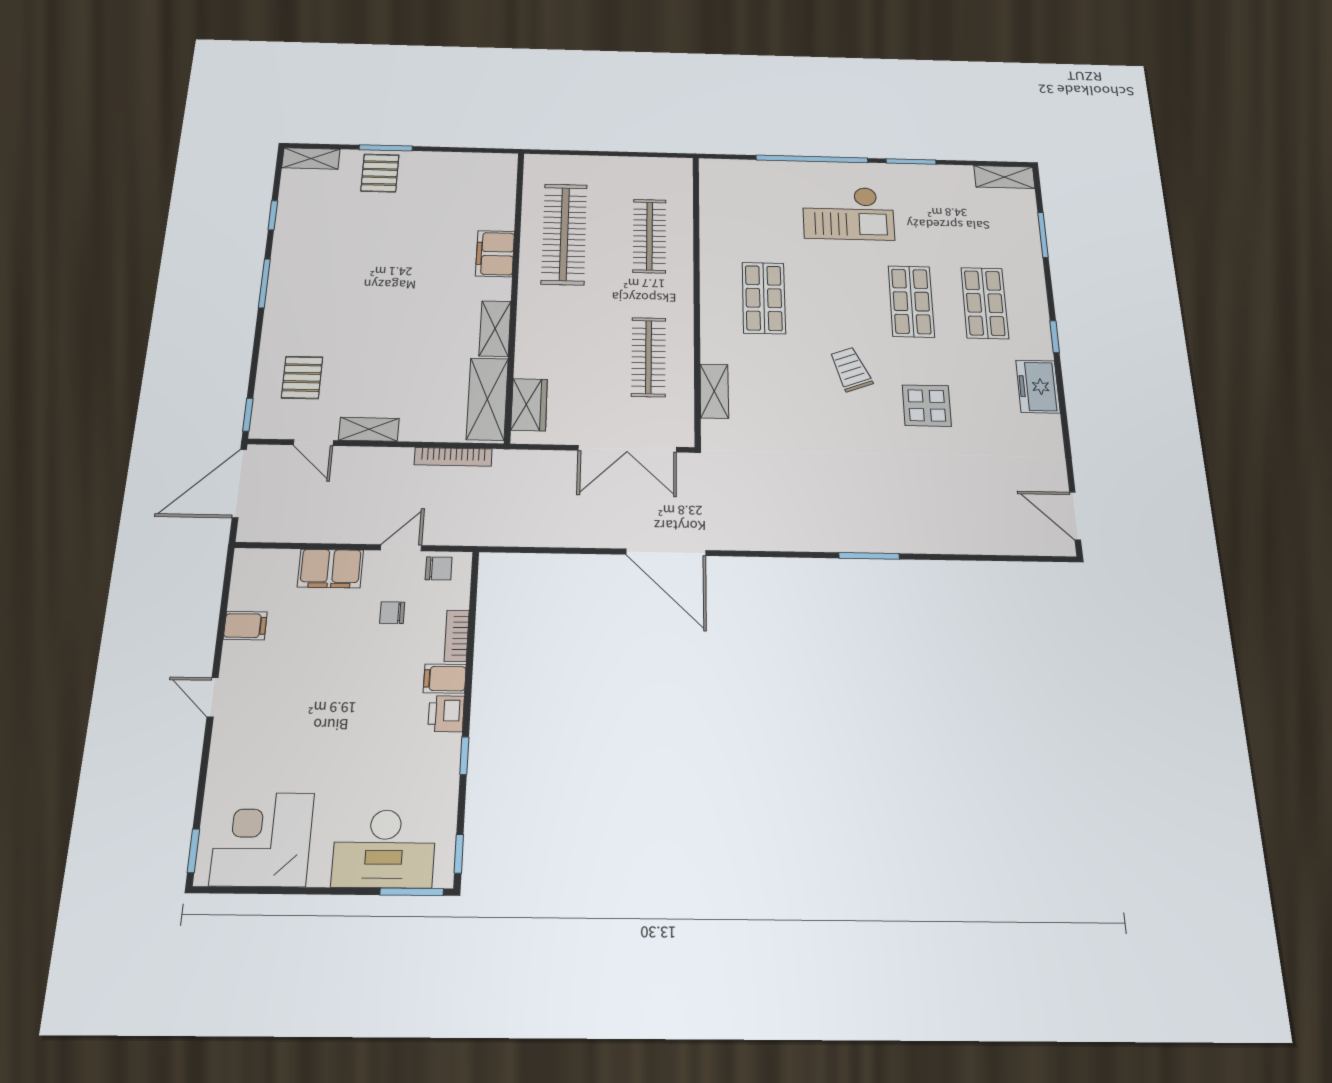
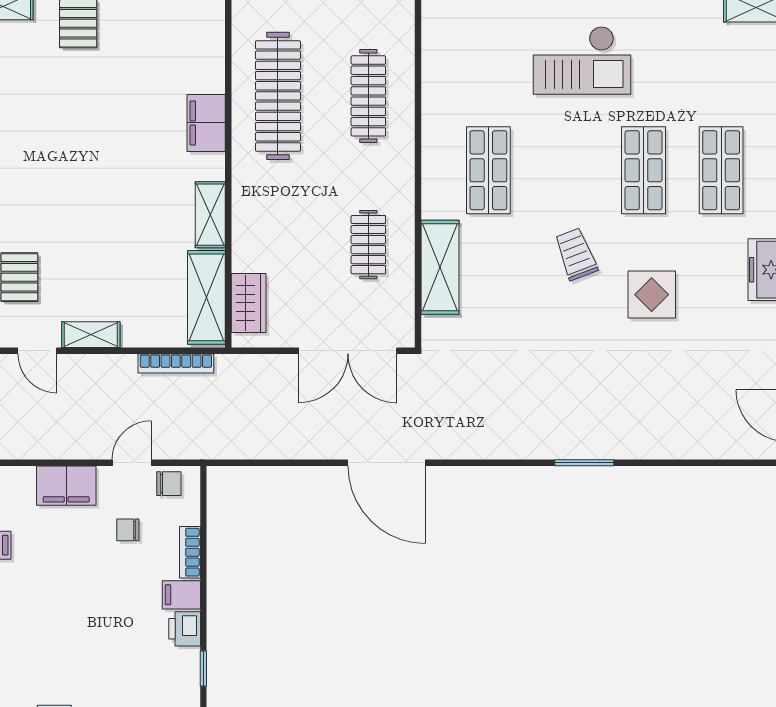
clothes rail: (649, 357) -> (368, 245), width x0.73
shelving: (714, 391) -> (440, 267), width x1.50, depth x1.33

